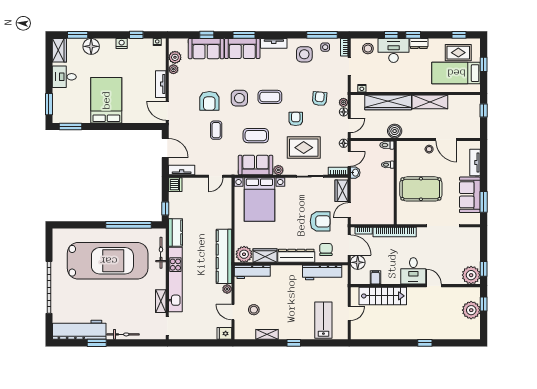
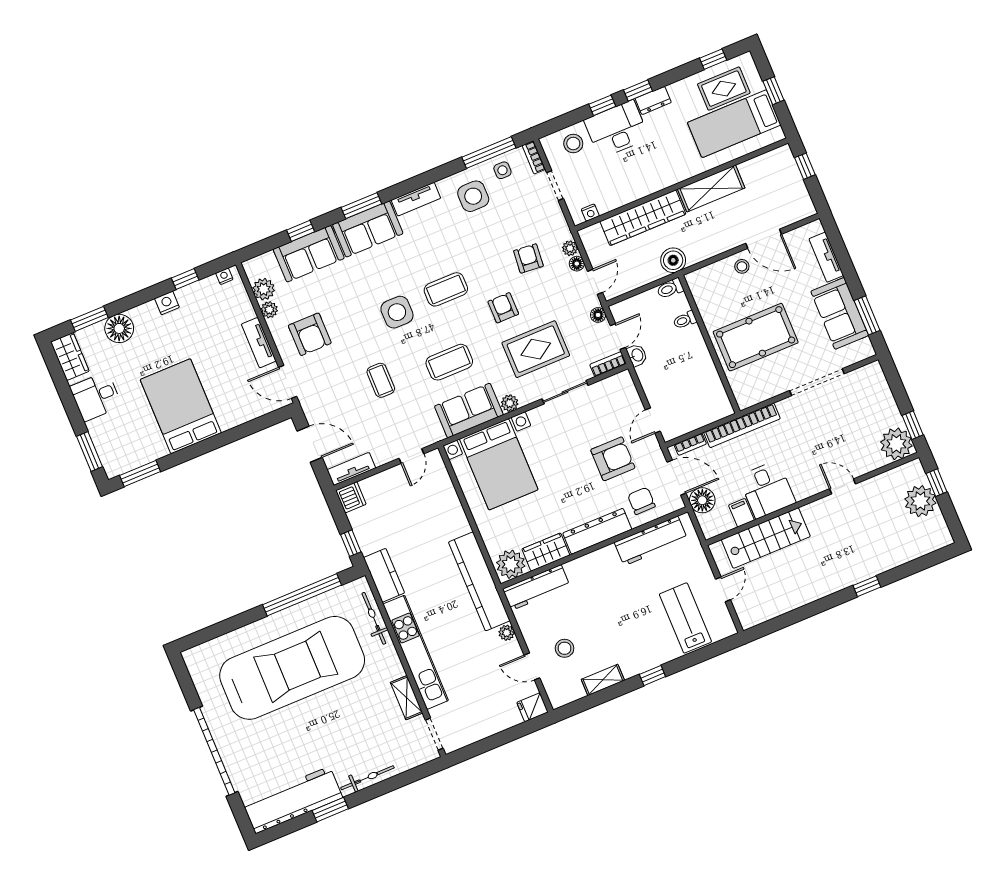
armchair: (209, 101) -> (310, 334), moved
wardrobe: (342, 191) -> (627, 394), removed
desk: (413, 271) -> (767, 490), moved

